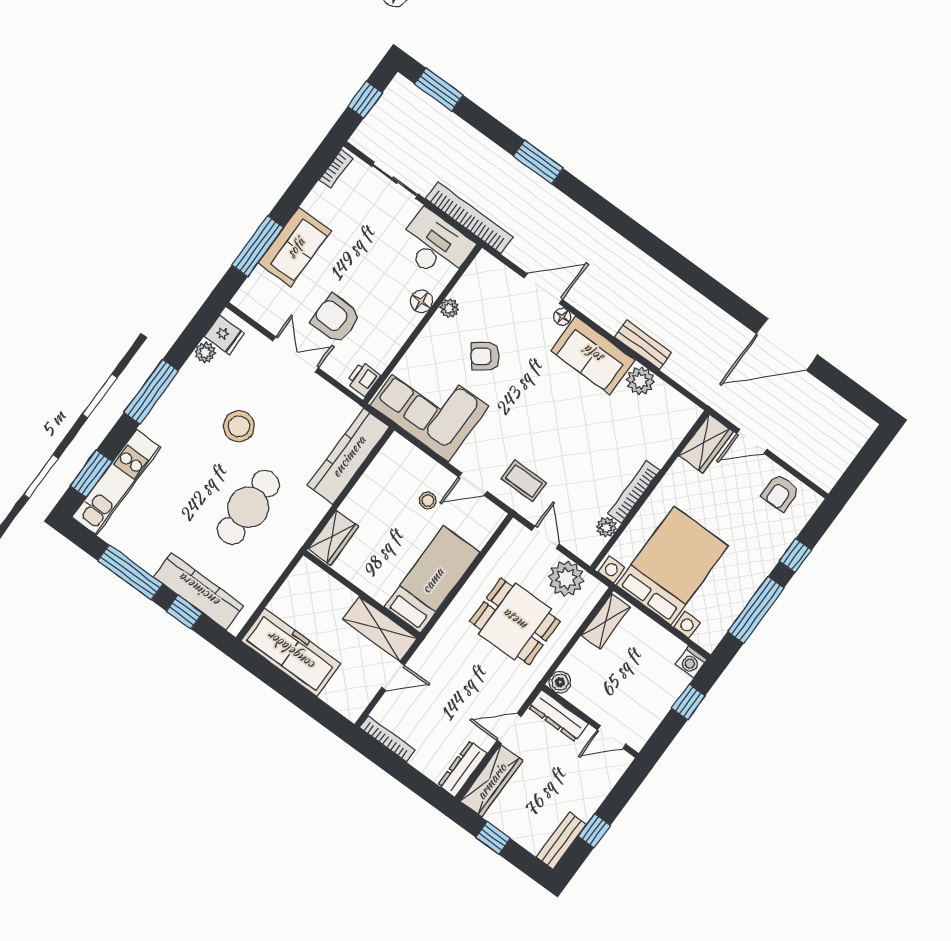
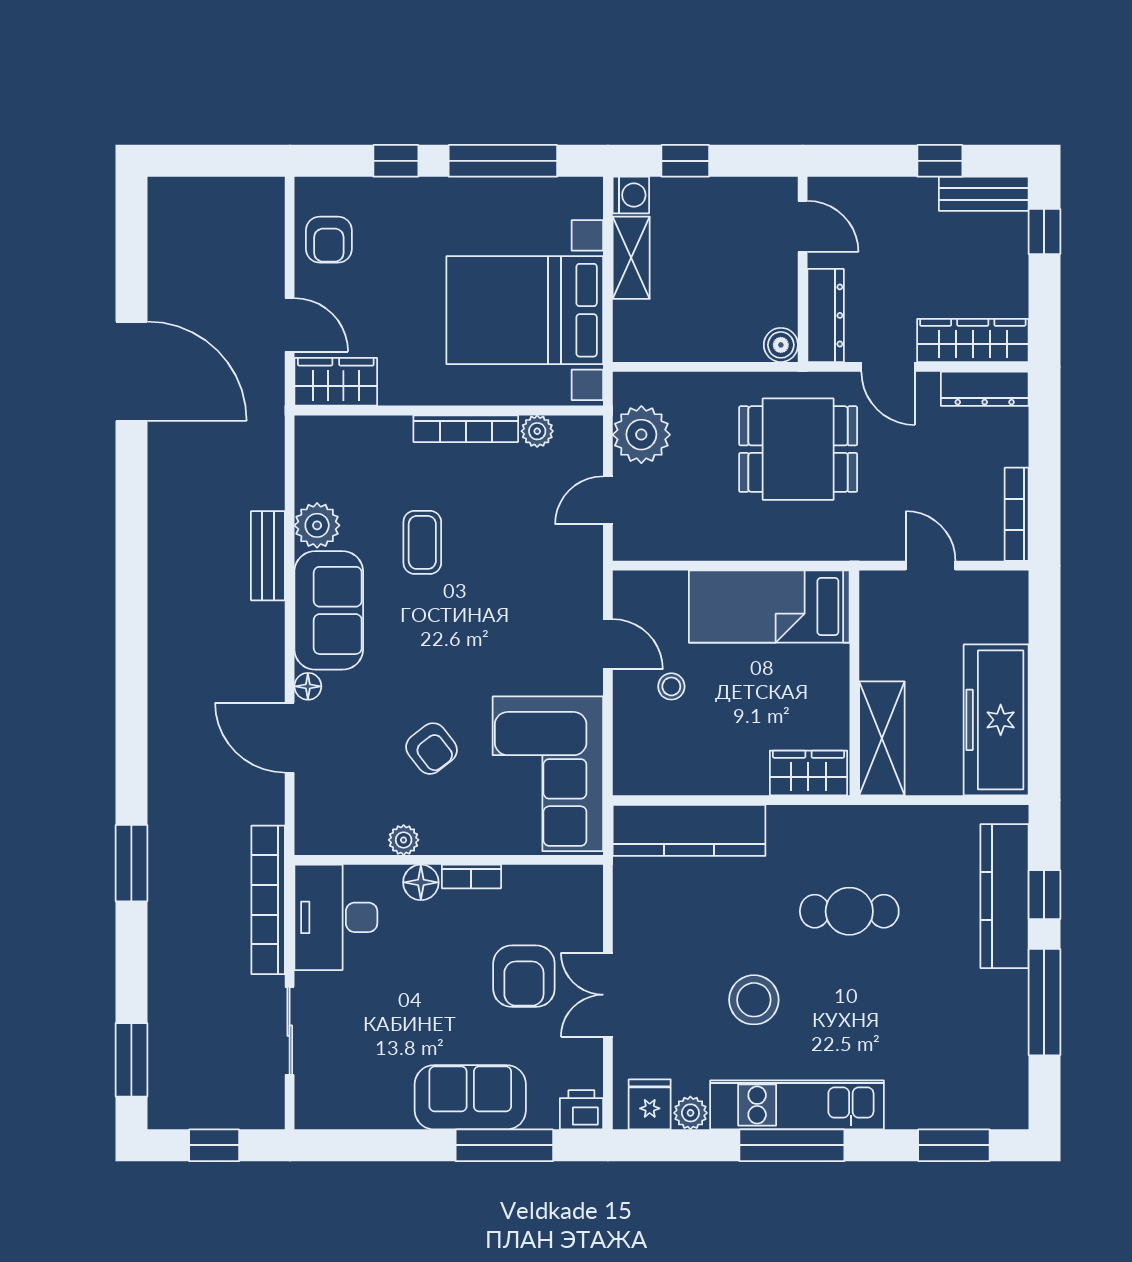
bookcase: (336, 169) -> (471, 876), moved, turned 180
printer: (363, 379) -> (581, 1110), moved, turned 180
coffee table: (524, 481) -> (422, 542), moved
kitchen unit: (116, 482) -> (797, 1105), moved
armchair: (780, 493) -> (329, 240), turned 90
cafe table: (248, 507) -> (849, 911), width x0.73, depth x0.74
dining table: (515, 621) -> (798, 449), moved, turned 90
shelving: (606, 621) -> (631, 258), moved, turned 90
shelving: (380, 629) -> (882, 738), moved
window: (493, 838) -> (1044, 231), moved

